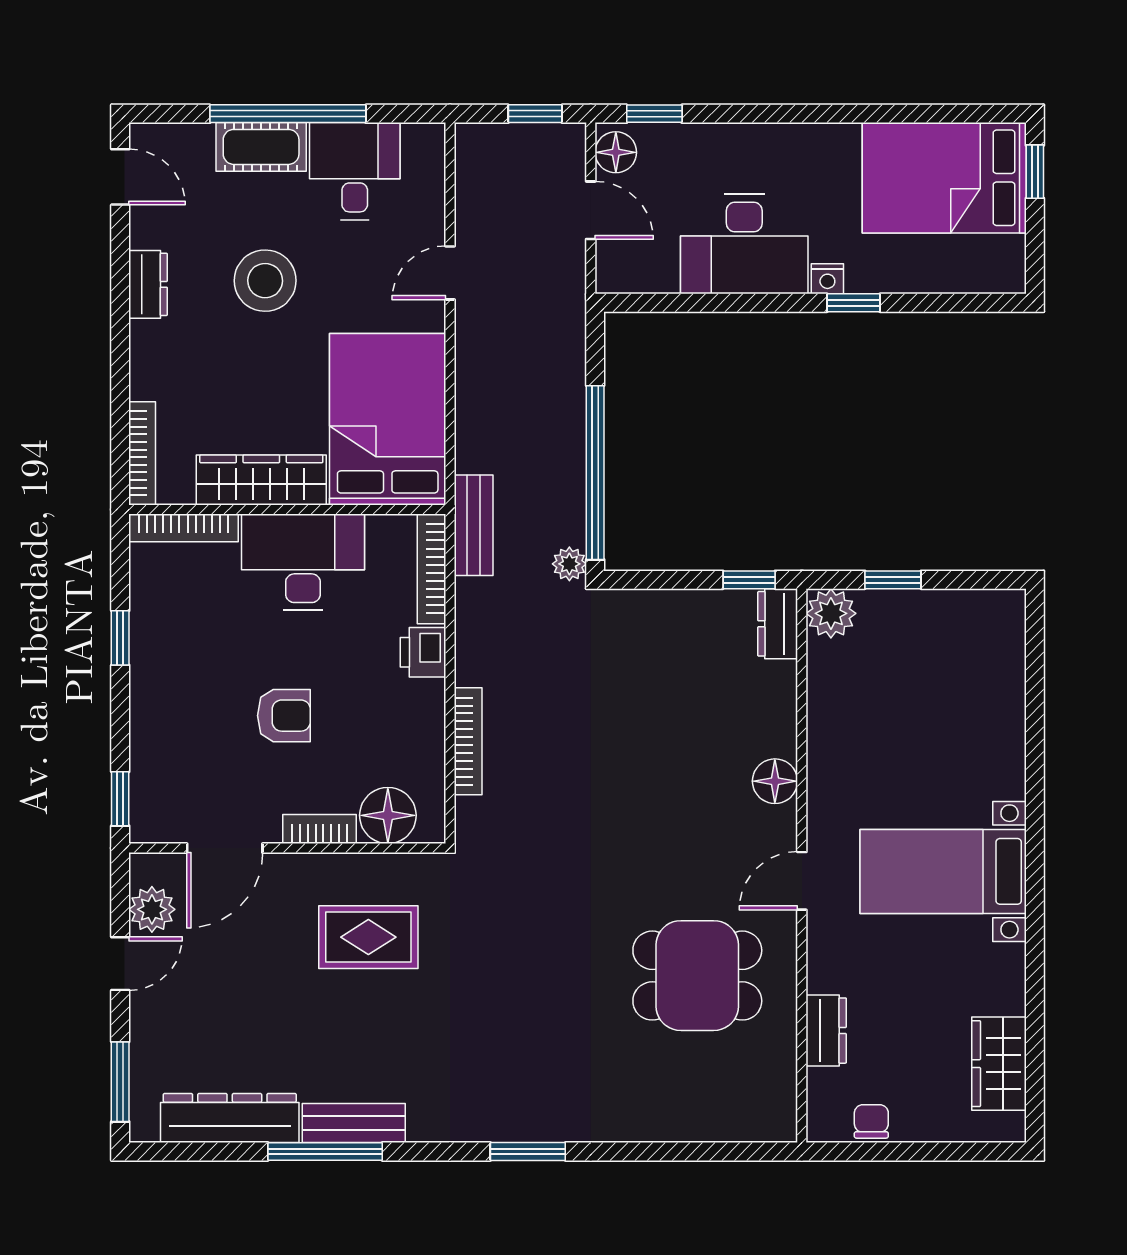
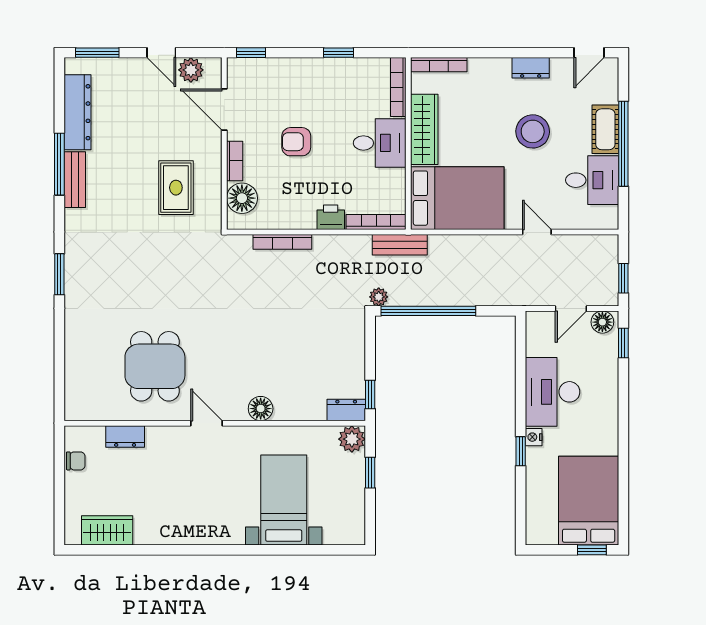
desk: (303, 562) -> (380, 143), width x0.73
armchair: (284, 716) -> (296, 142), turned 90
bed with nightstands: (943, 871) -> (284, 500), moved

